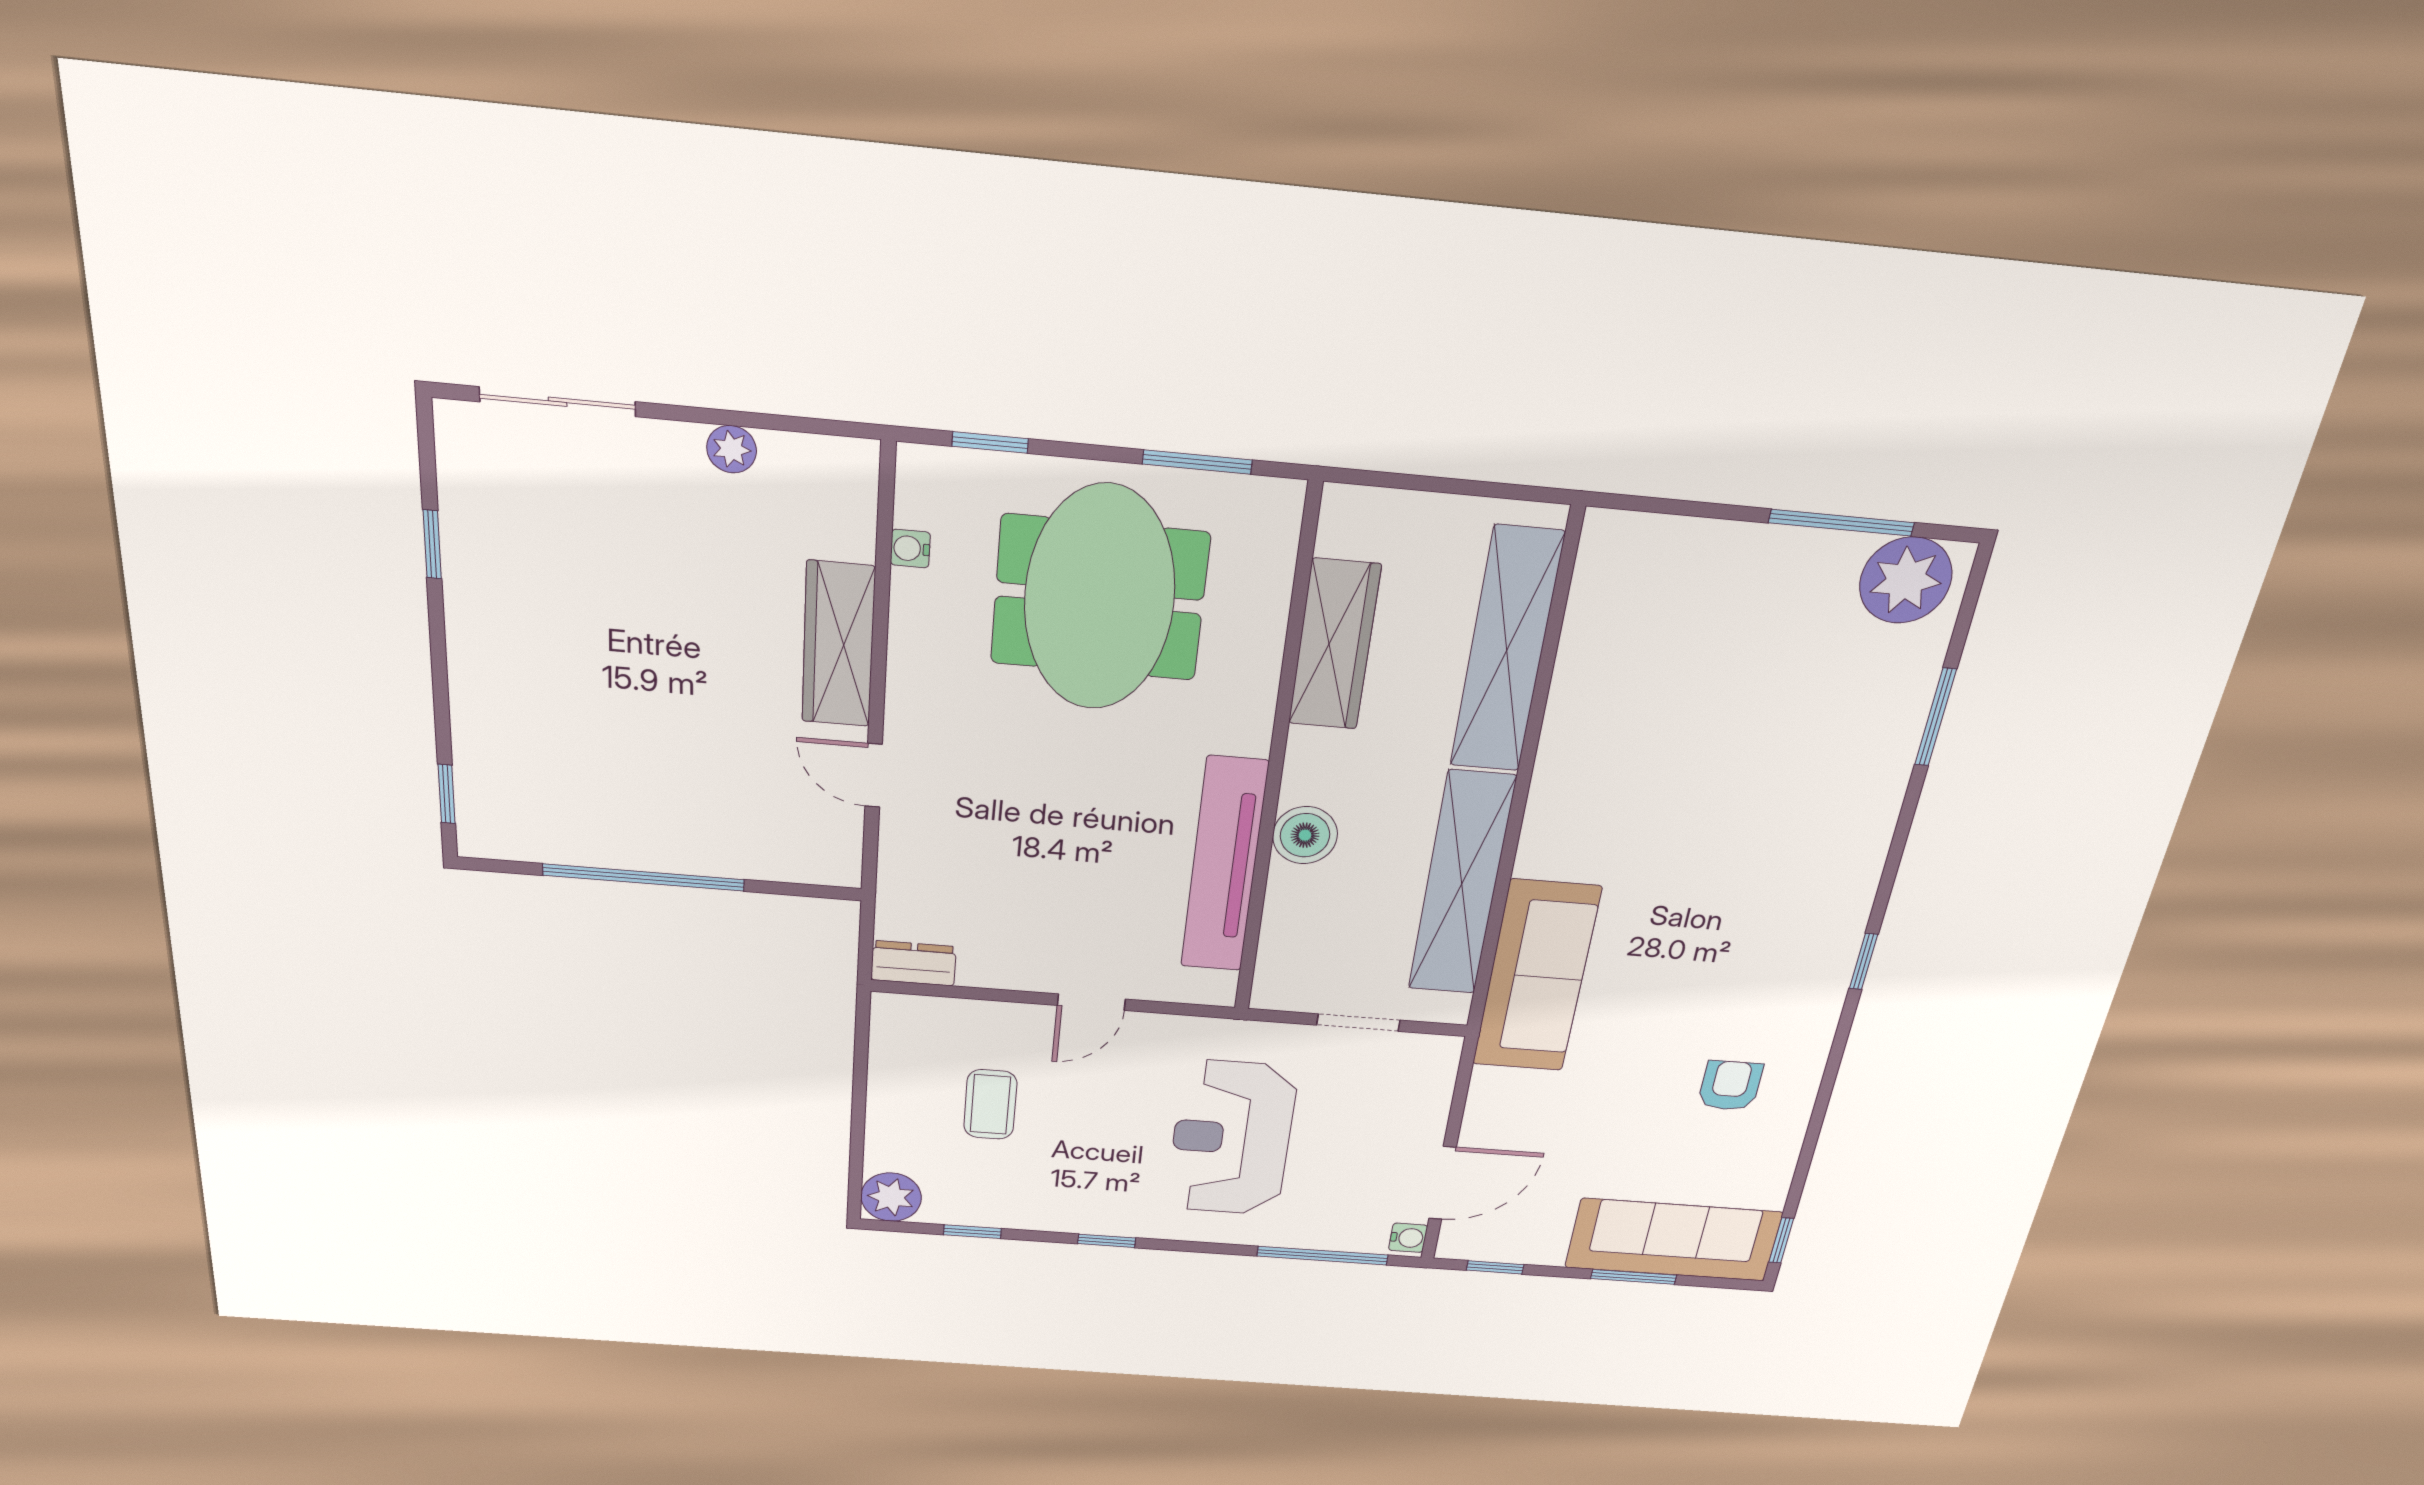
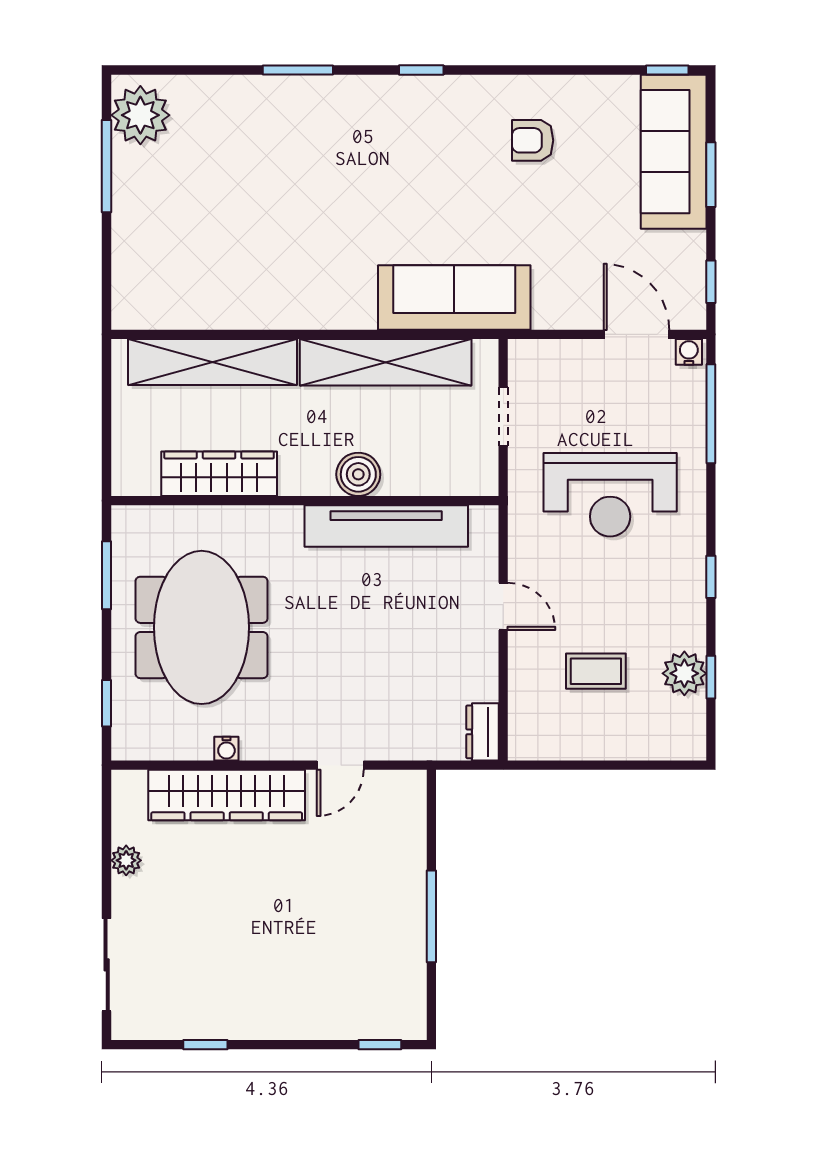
water cooler: (910, 549) -> (226, 749), moved
meeting table: (1100, 598) -> (202, 627), turned 90
wardrobe: (838, 644) -> (227, 795), width x1.40, depth x1.17
window: (1936, 717) -> (298, 70), moved
window: (644, 877) -> (431, 916), width x0.68
plant: (891, 1197) -> (684, 673), moved

